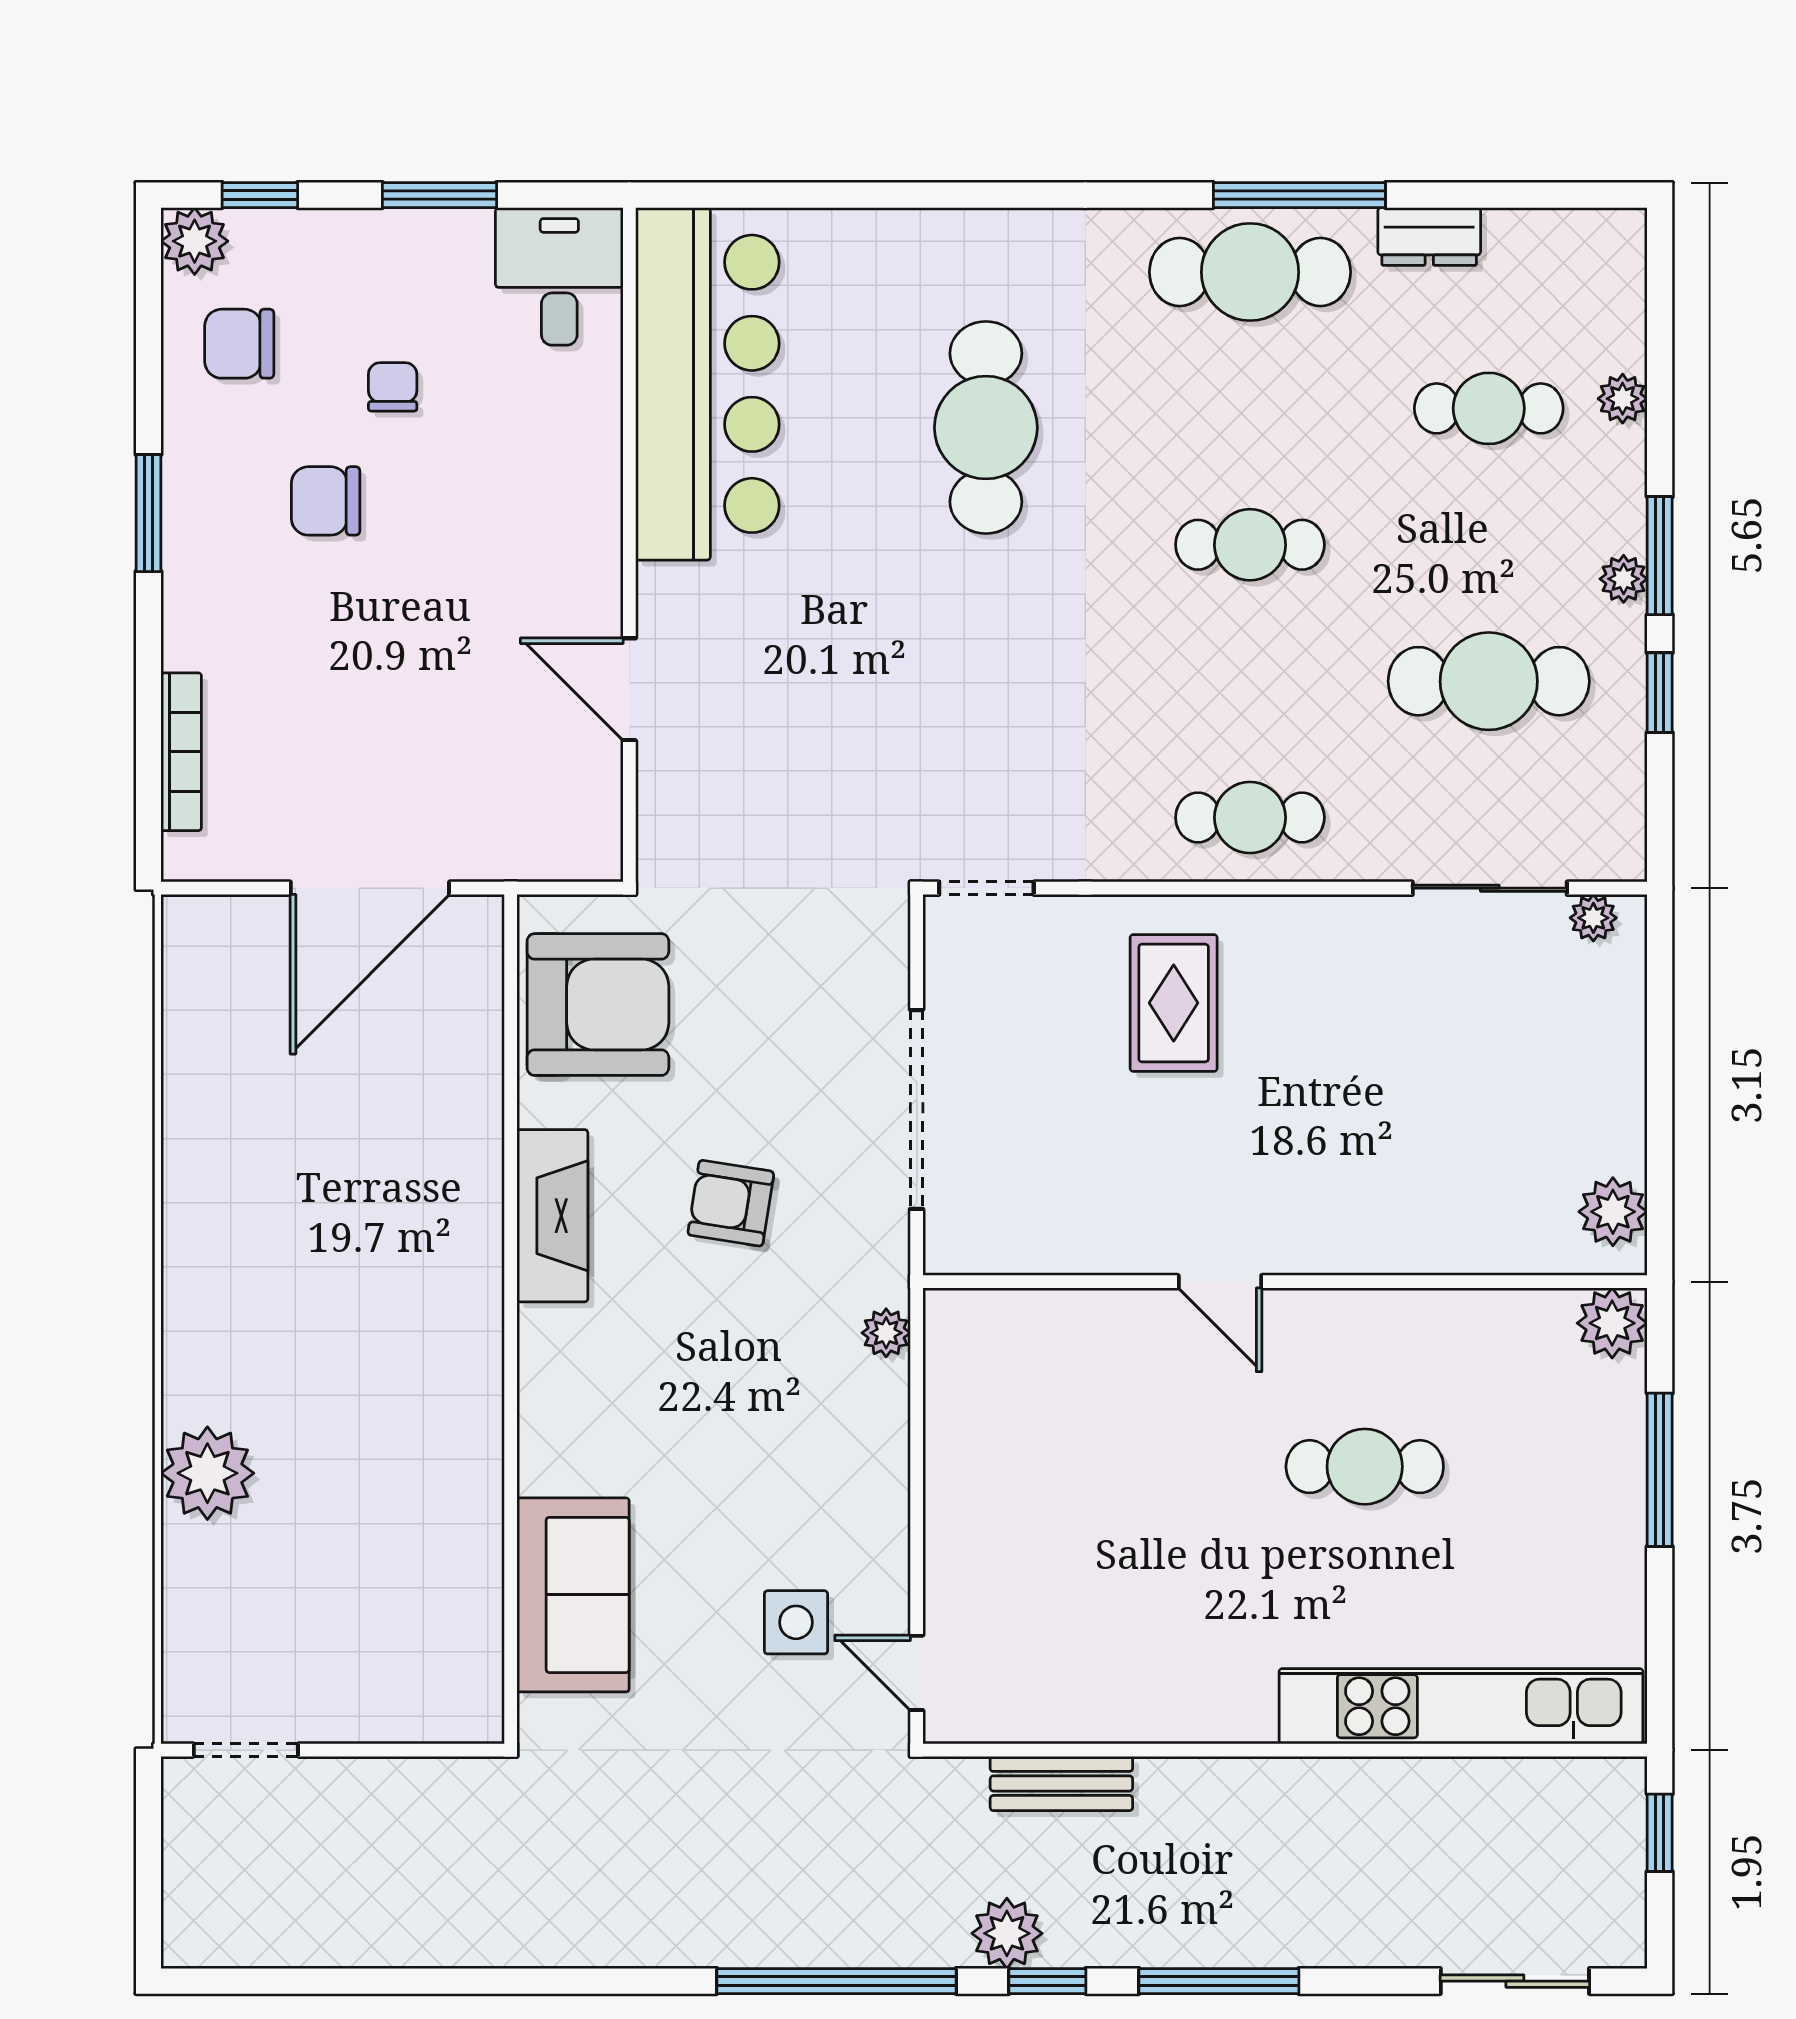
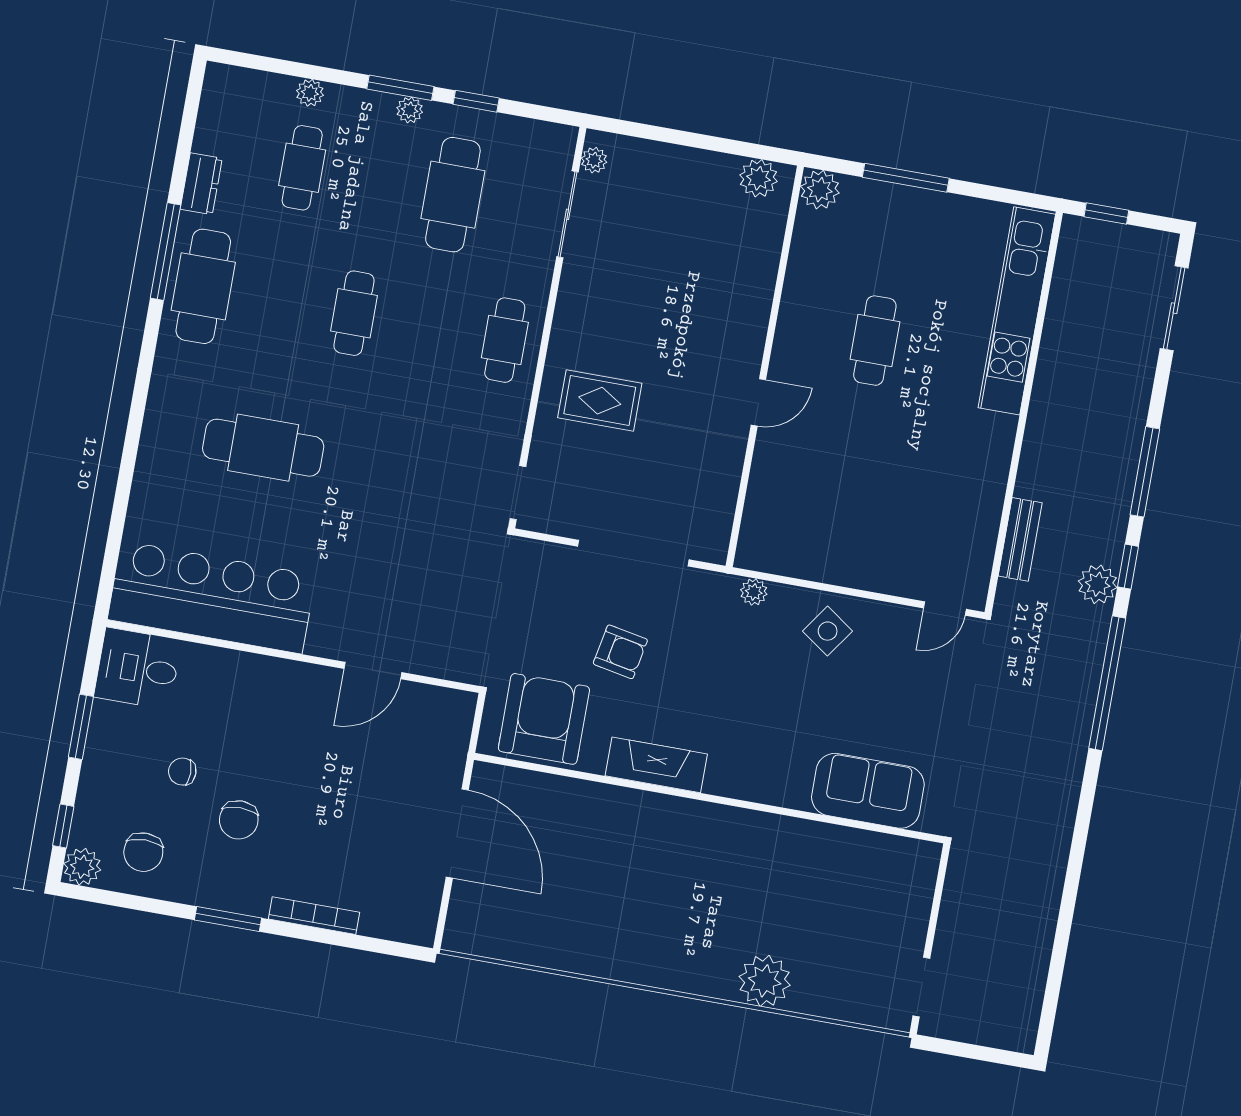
bookcase: (181, 752) -> (314, 916), moved
armchair: (731, 1203) -> (620, 652), moved, turned -88
side table: (796, 1622) -> (828, 631), moved, turned 35

